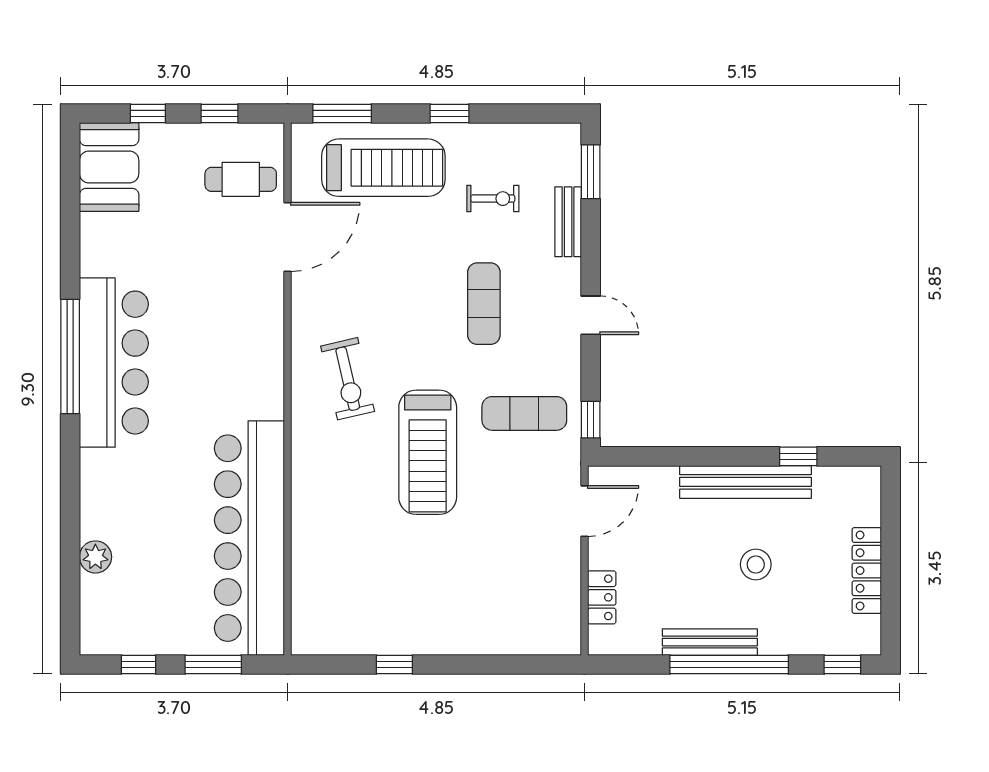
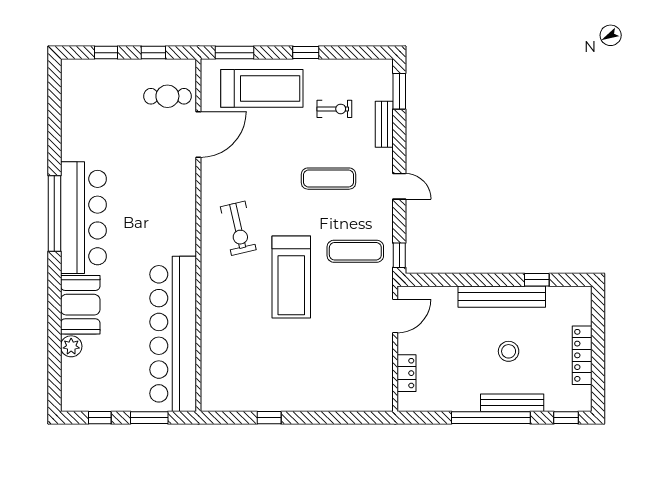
booth: (109, 167) -> (80, 305), moved
exercise mat: (484, 304) -> (328, 179), turned 90
bench: (710, 642) -> (512, 403), moved

